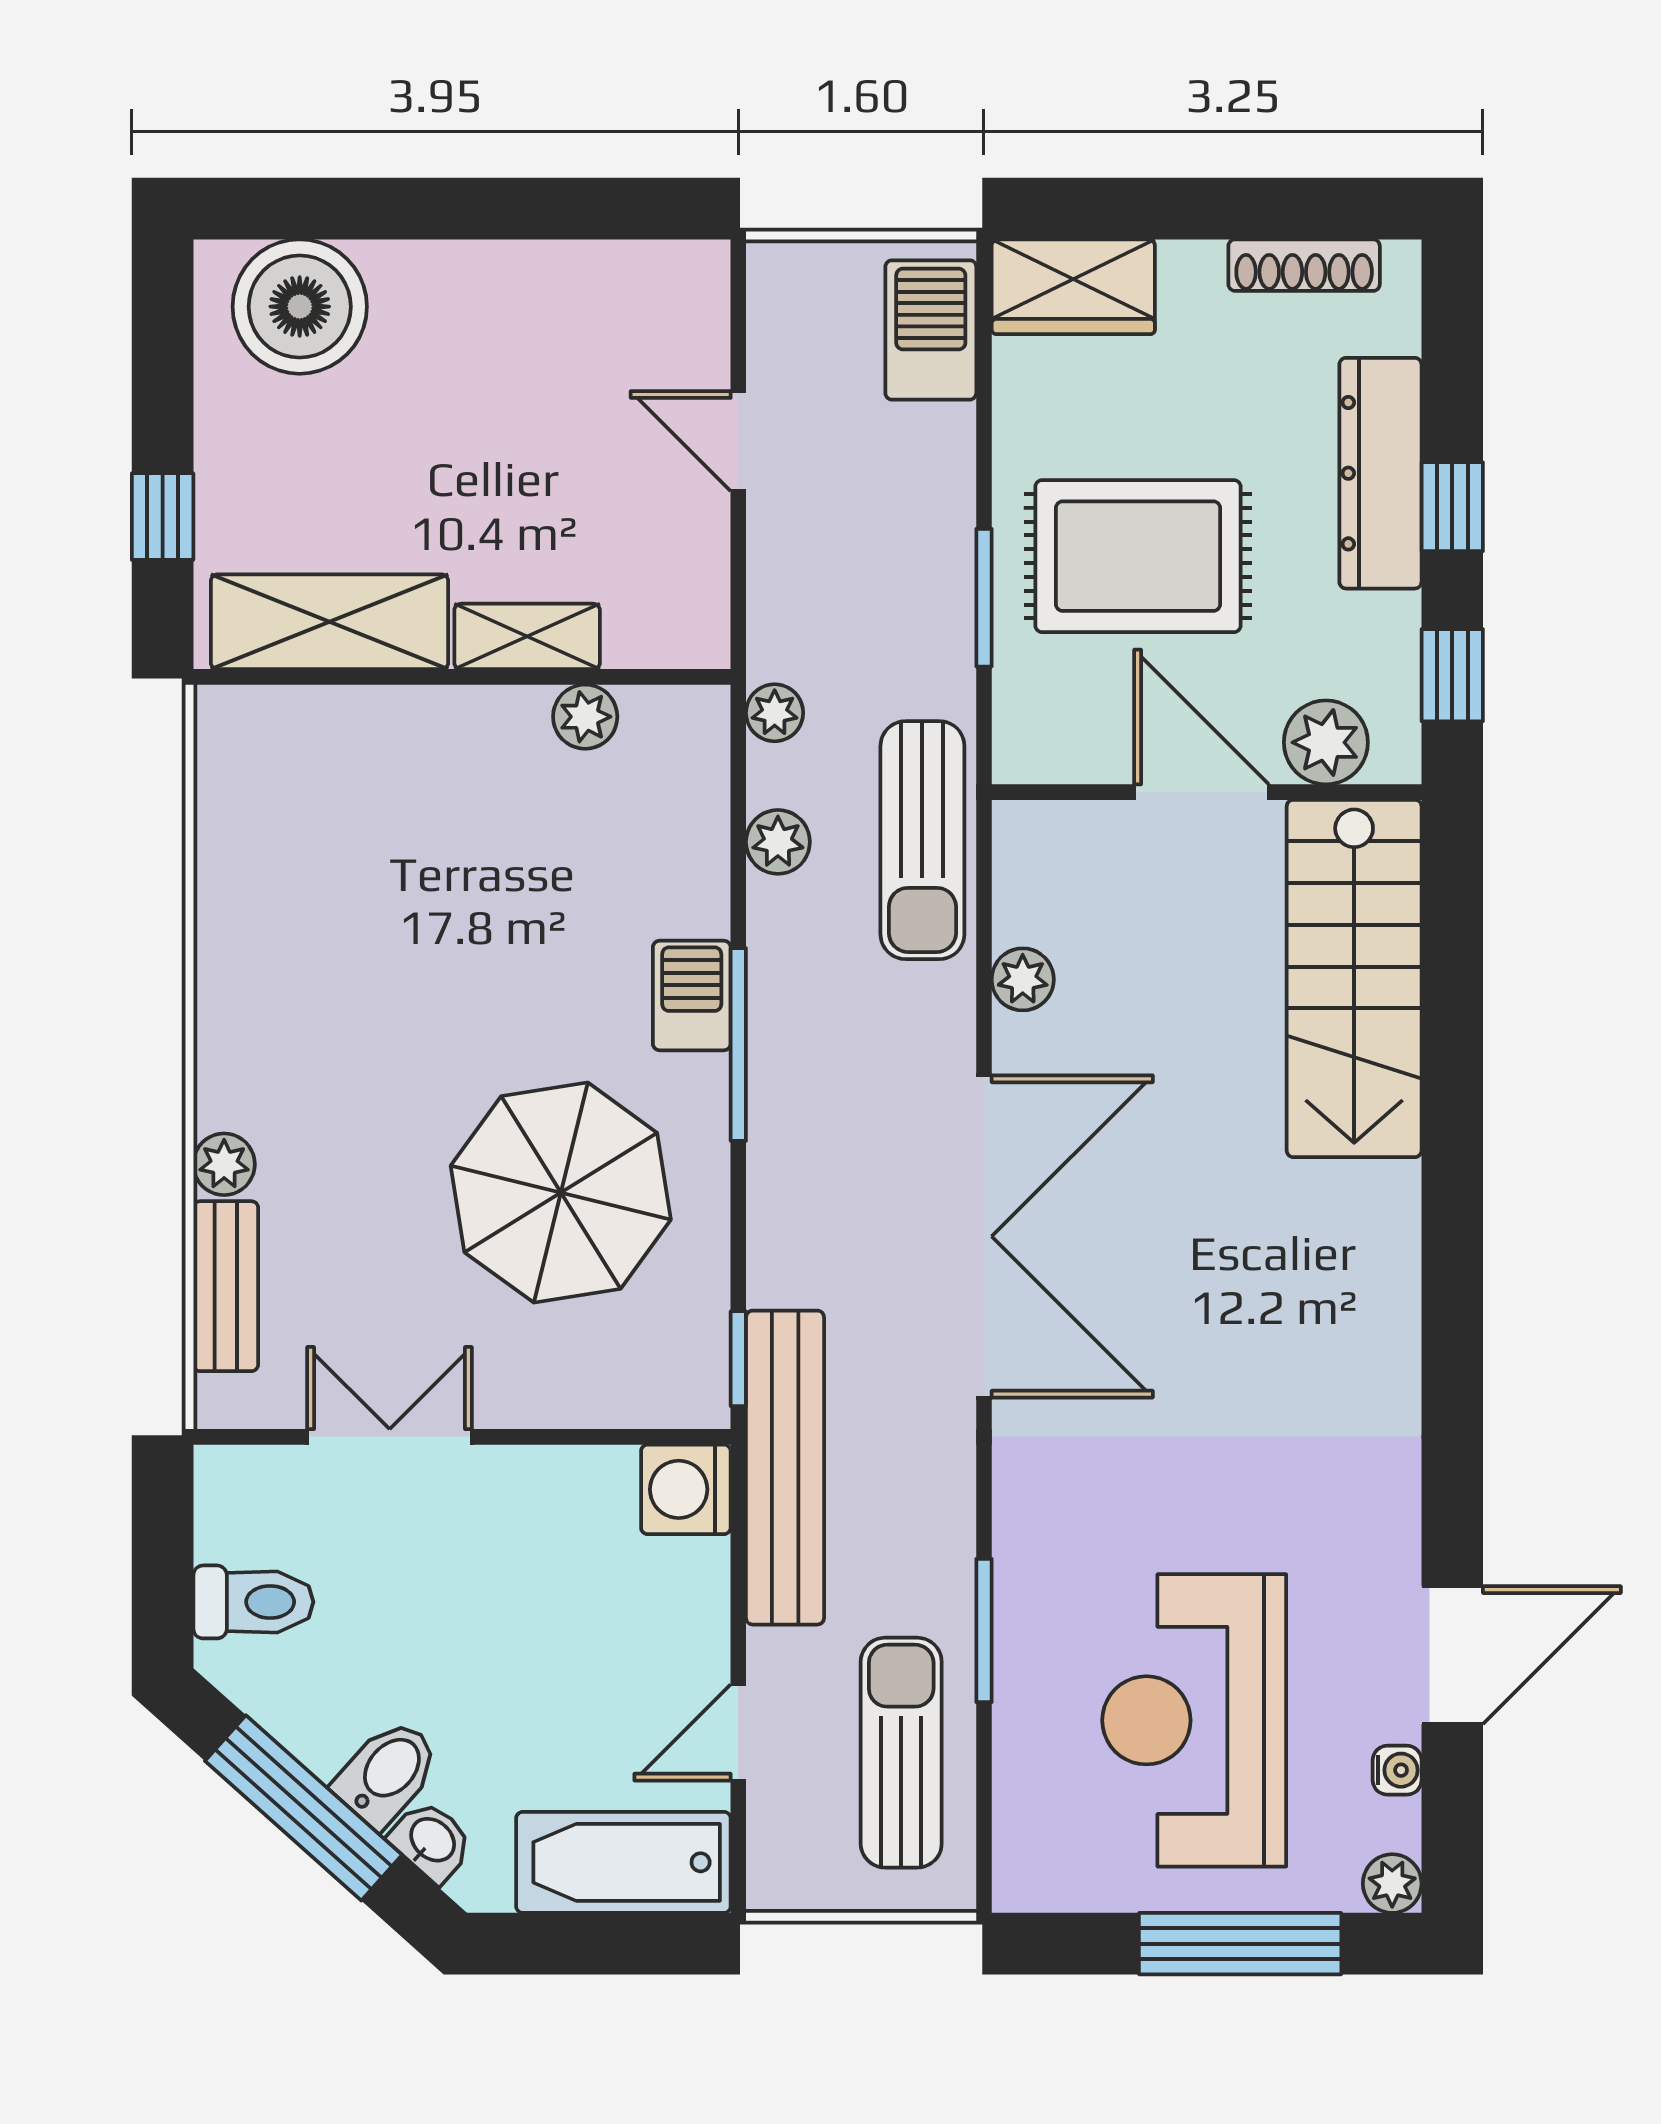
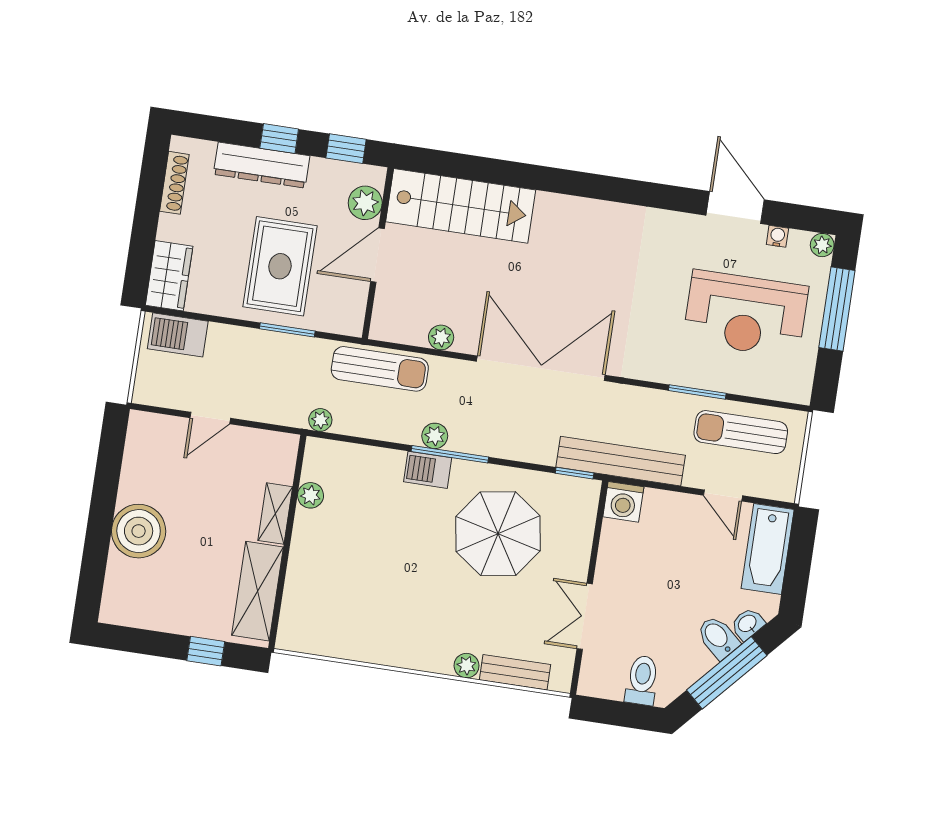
boiler: (300, 307) -> (139, 531), moved
plant: (778, 842) -> (435, 436), moved

